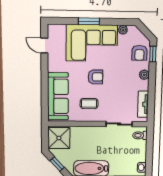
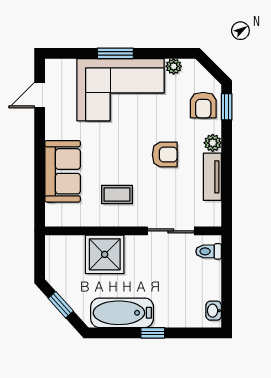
door: (44, 46) -> (40, 95), hinge flipped
armchair: (96, 77) -> (165, 155), moved
sofa: (58, 96) -> (63, 171), width x0.73
tv unit: (143, 104) -> (212, 177), moved
shower: (59, 138) -> (105, 254), moved

